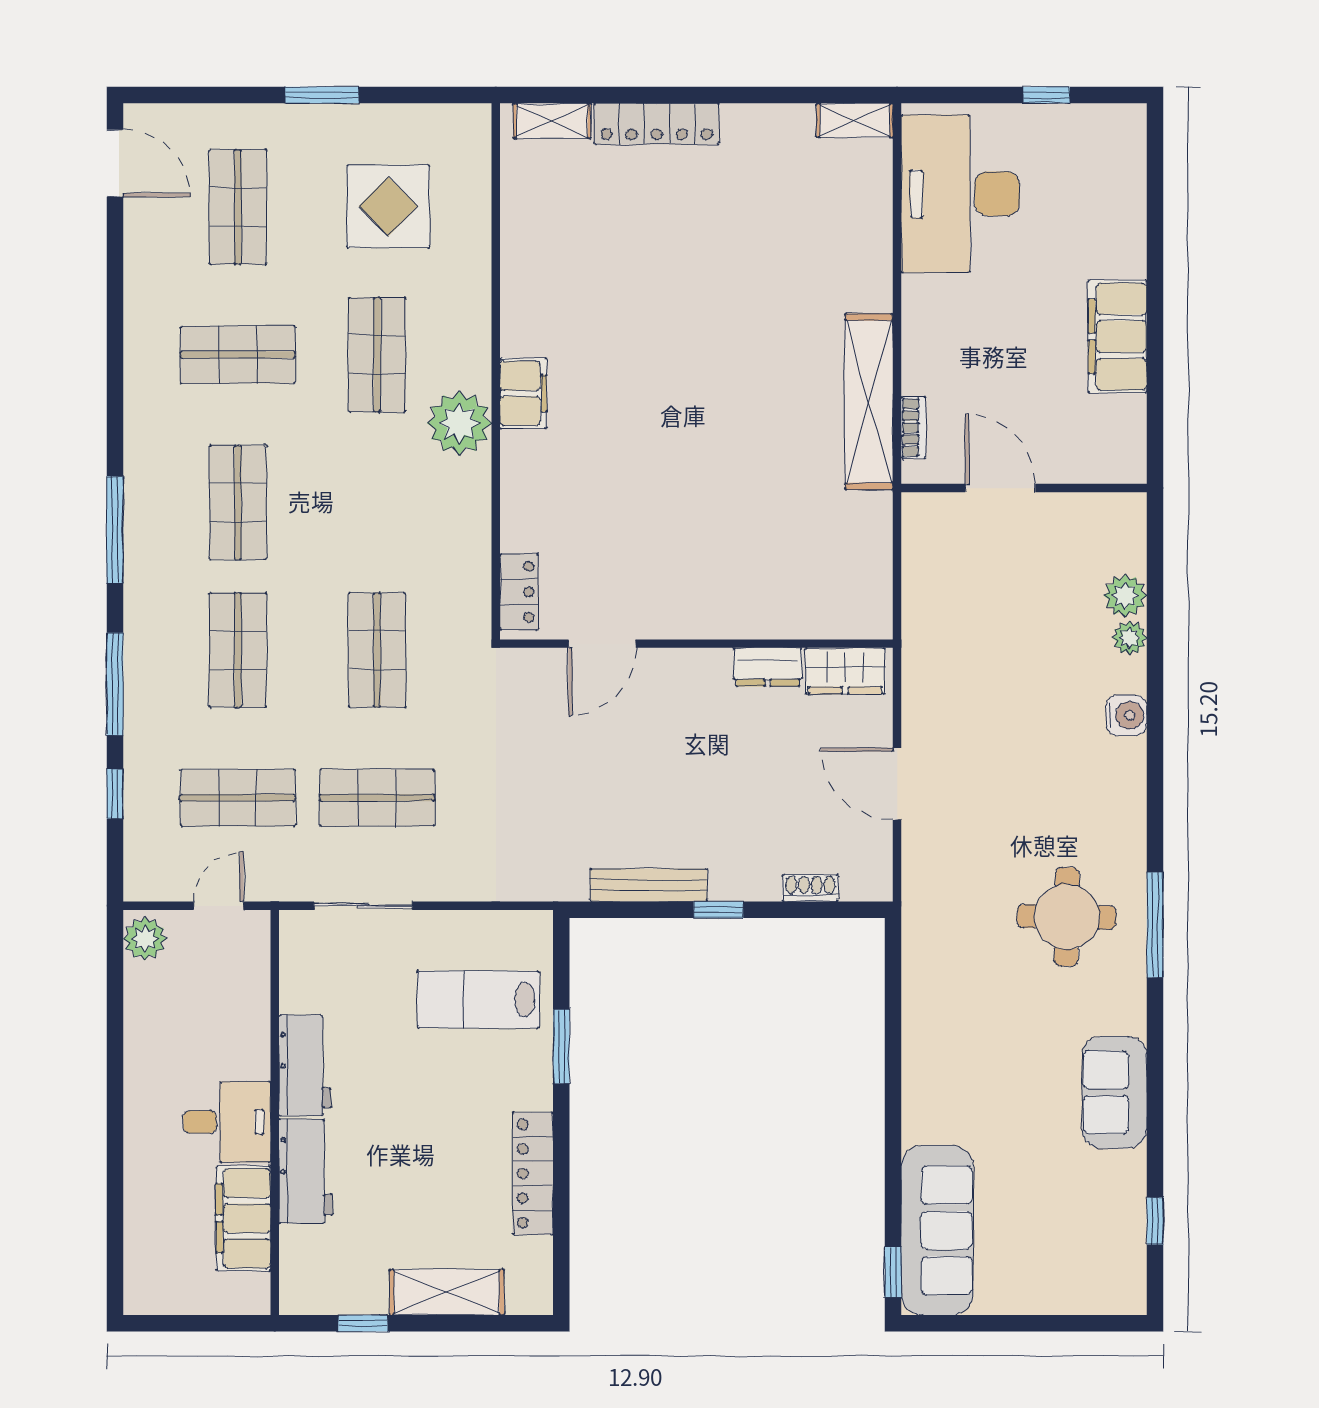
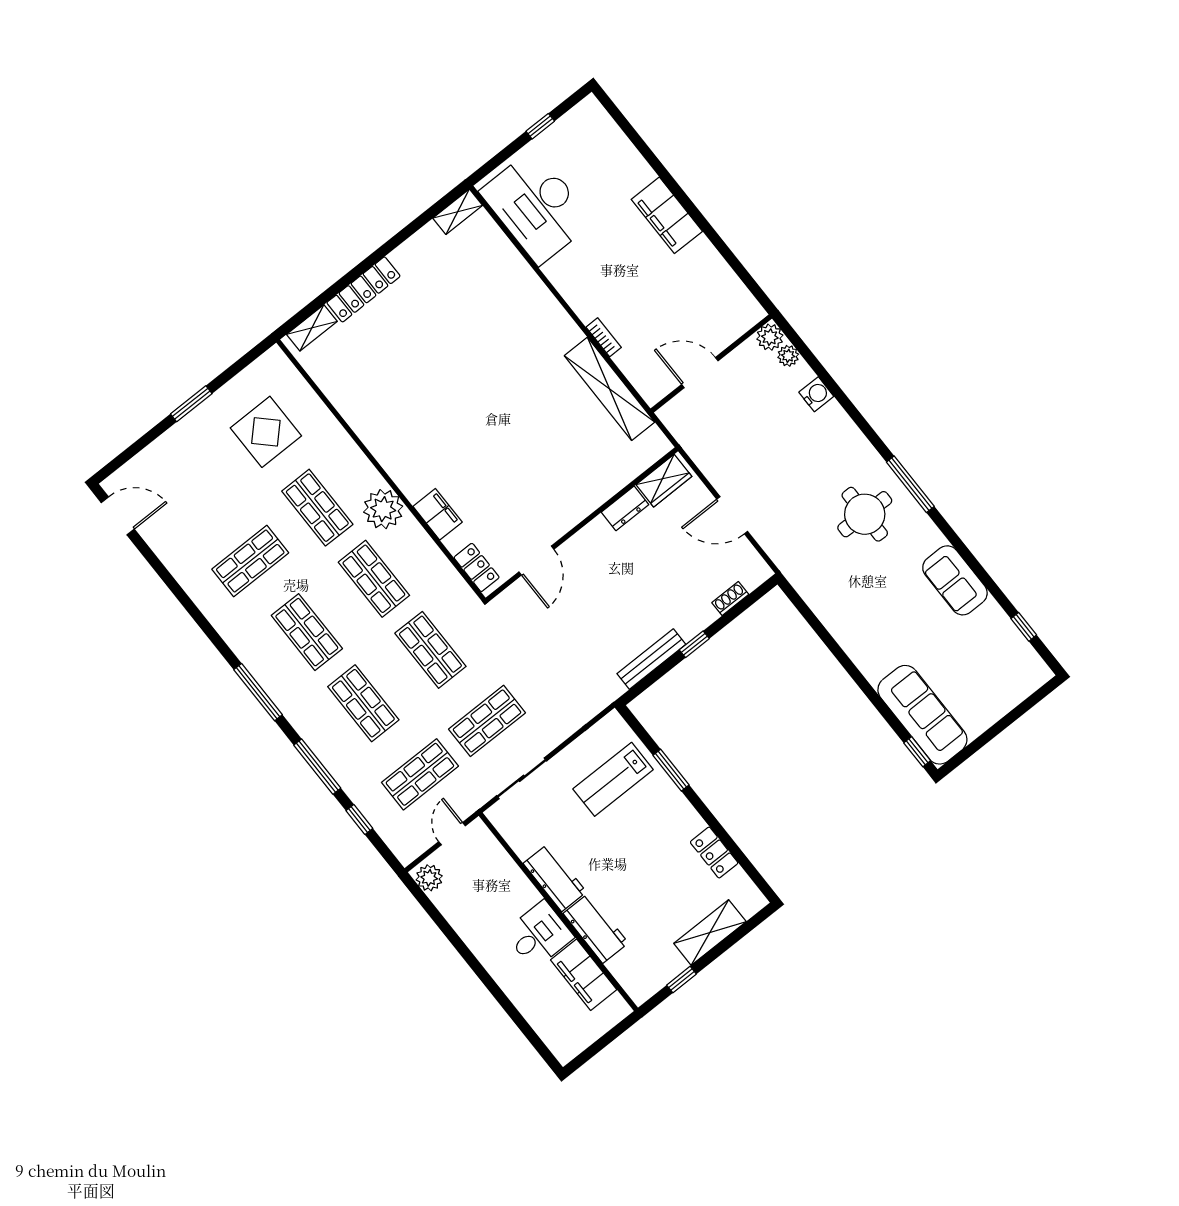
shop shelf: (238, 207) -> (374, 579), moved
filing cabinet: (523, 393) -> (438, 514), moved
shelving: (869, 402) -> (610, 389), moved
door: (1000, 488) -> (700, 373), moved
wall: (1024, 488) -> (711, 363), moved
locker: (533, 1174) -> (714, 853), width x0.66

